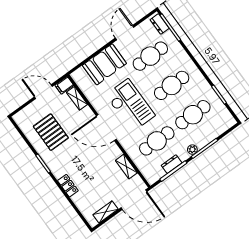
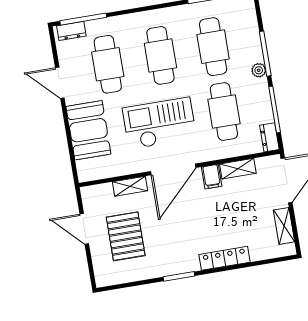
filing cabinet: (64, 85) -> (212, 177), moved
door: (43, 92) -> (84, 229), hinge flipped
shelving: (77, 98) -> (130, 186), moved
pallet: (51, 132) -> (126, 236), moved, turned 90
dresser: (172, 164) -> (269, 137), moved
locker: (68, 186) -> (224, 258), width x1.53

